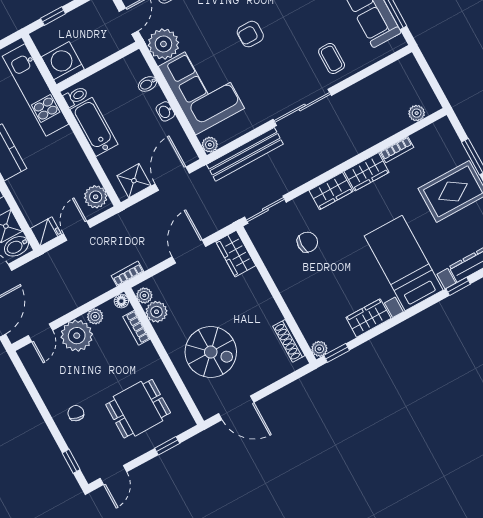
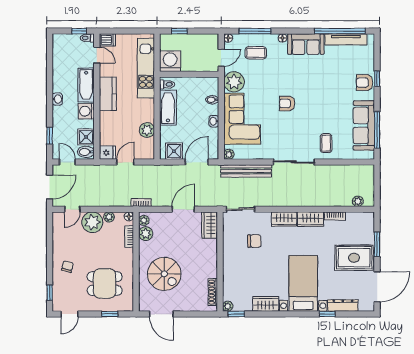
plant: (96, 197) -> (147, 130), moved

